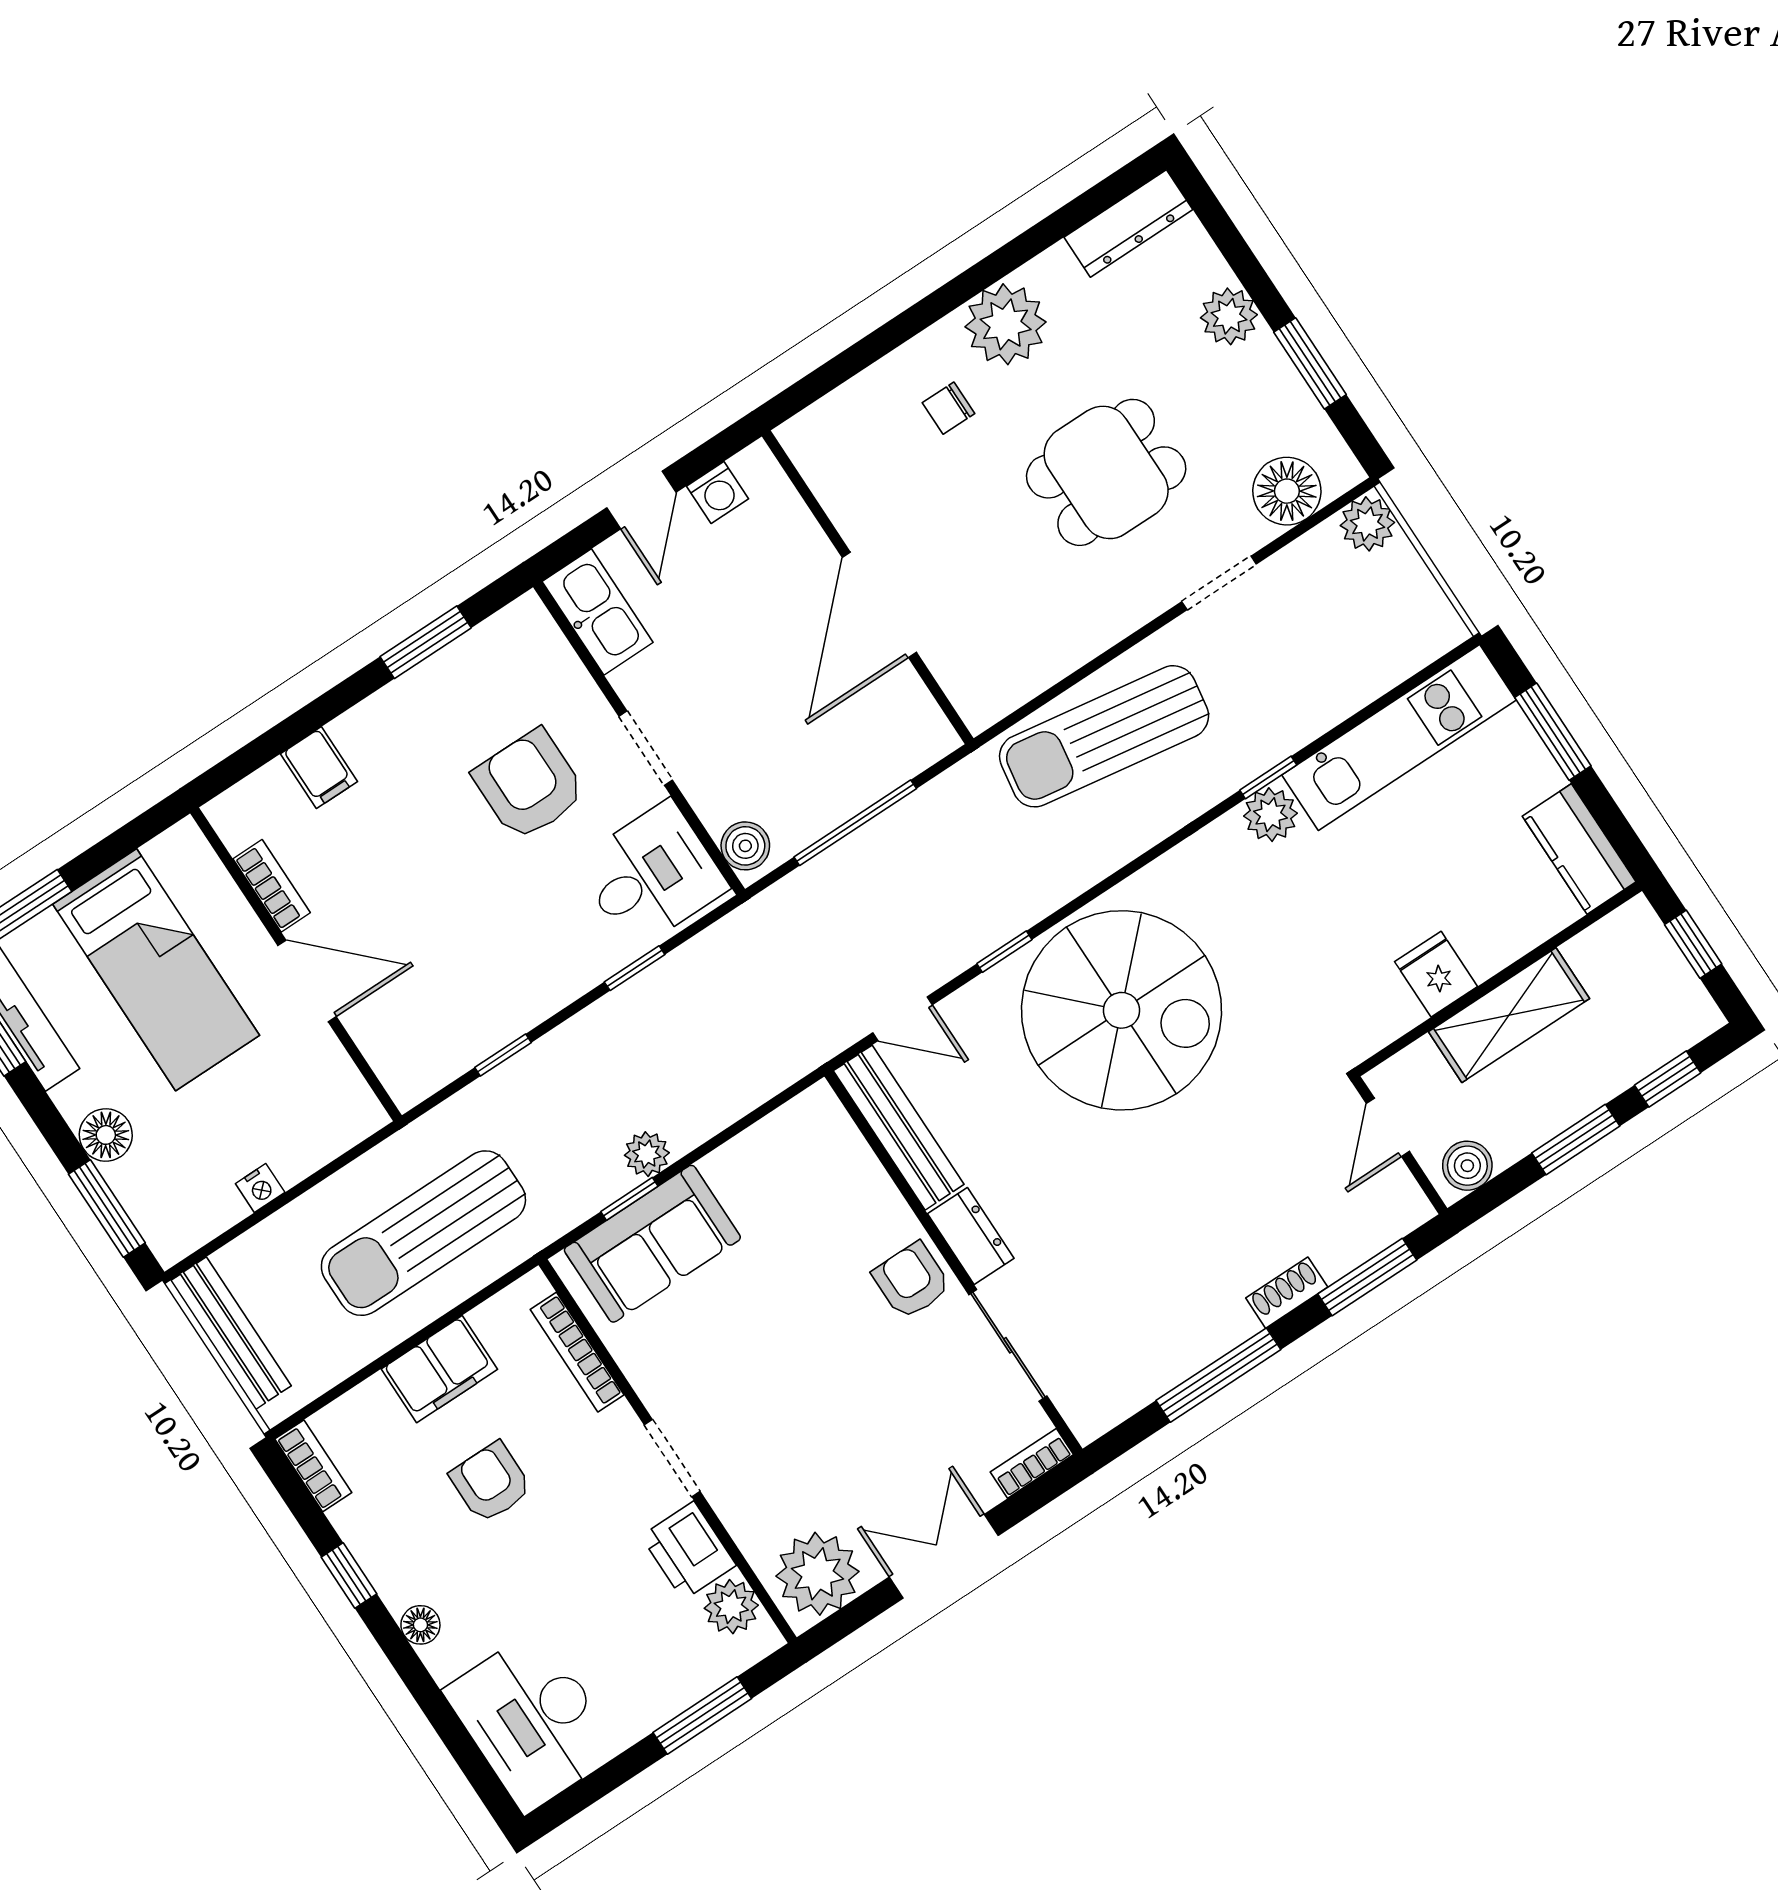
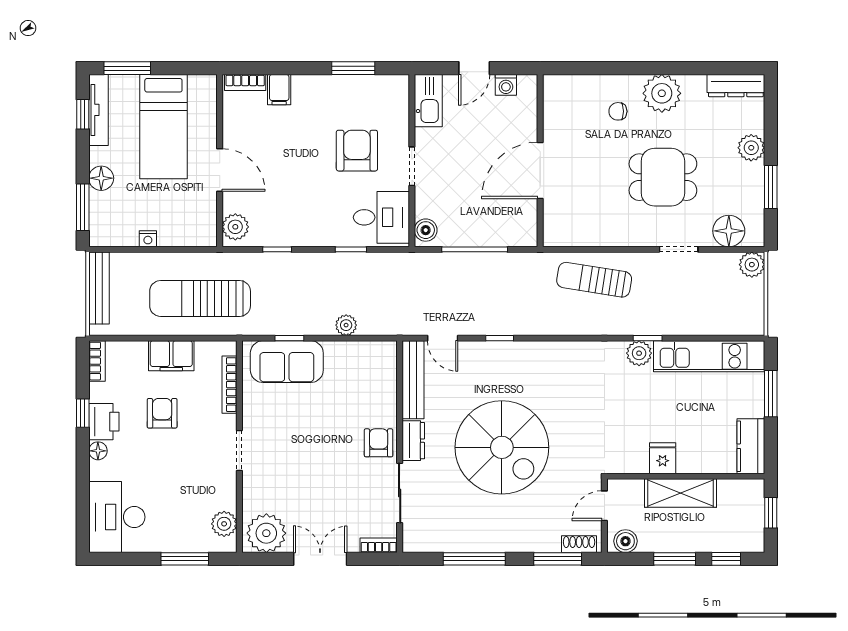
sun lounger: (1104, 736) -> (594, 280), width x0.73, depth x0.75
bookcase: (272, 886) -> (245, 82), moved, turned 90
spiral stairs: (1121, 1010) -> (502, 447), moved
plant: (402, 1064) -> (235, 227), added
plant: (647, 1154) -> (346, 325), moved
shoe rack: (1287, 1293) -> (579, 544), moved
printer: (689, 1551) -> (104, 422), moved, turned 180

